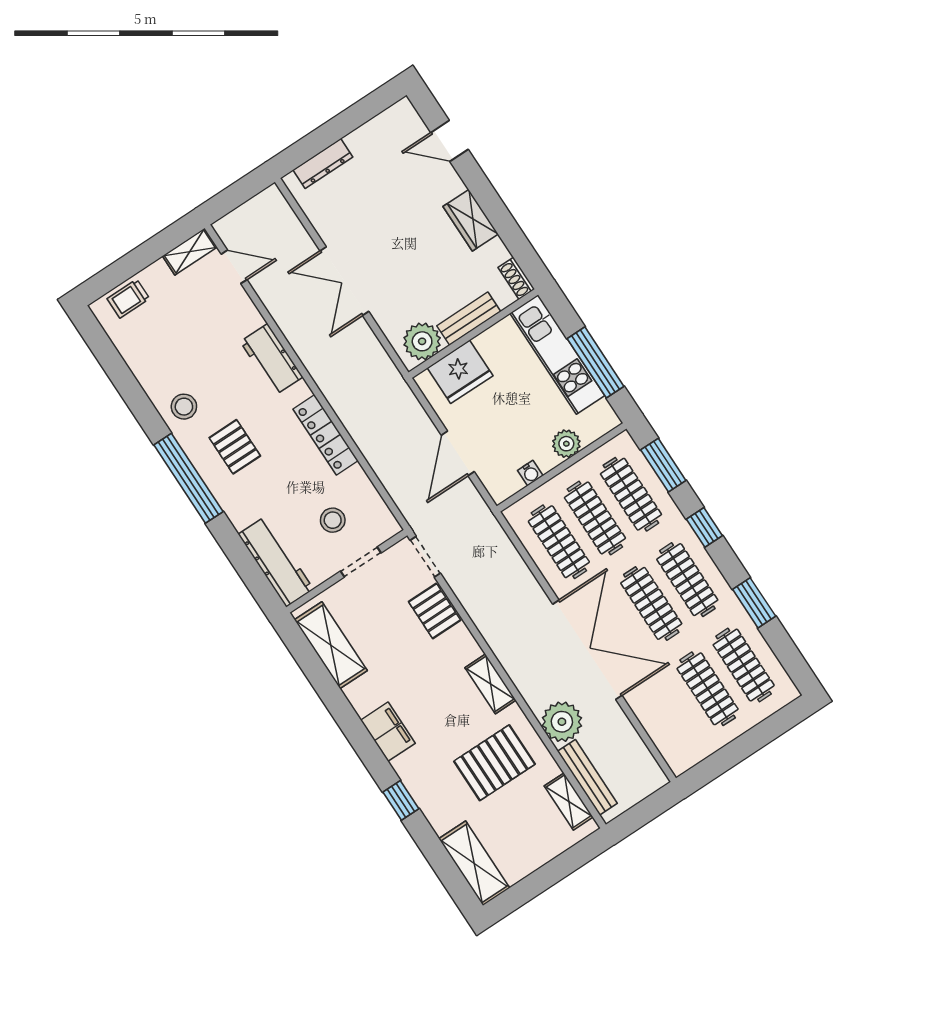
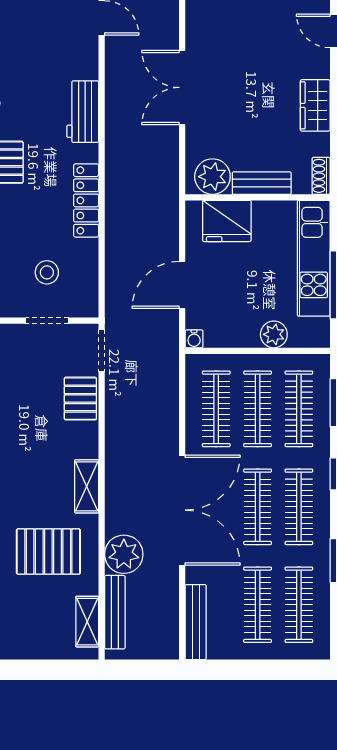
water cooler: (530, 473) -> (194, 339), moved
bench: (664, 740) -> (196, 622), added

